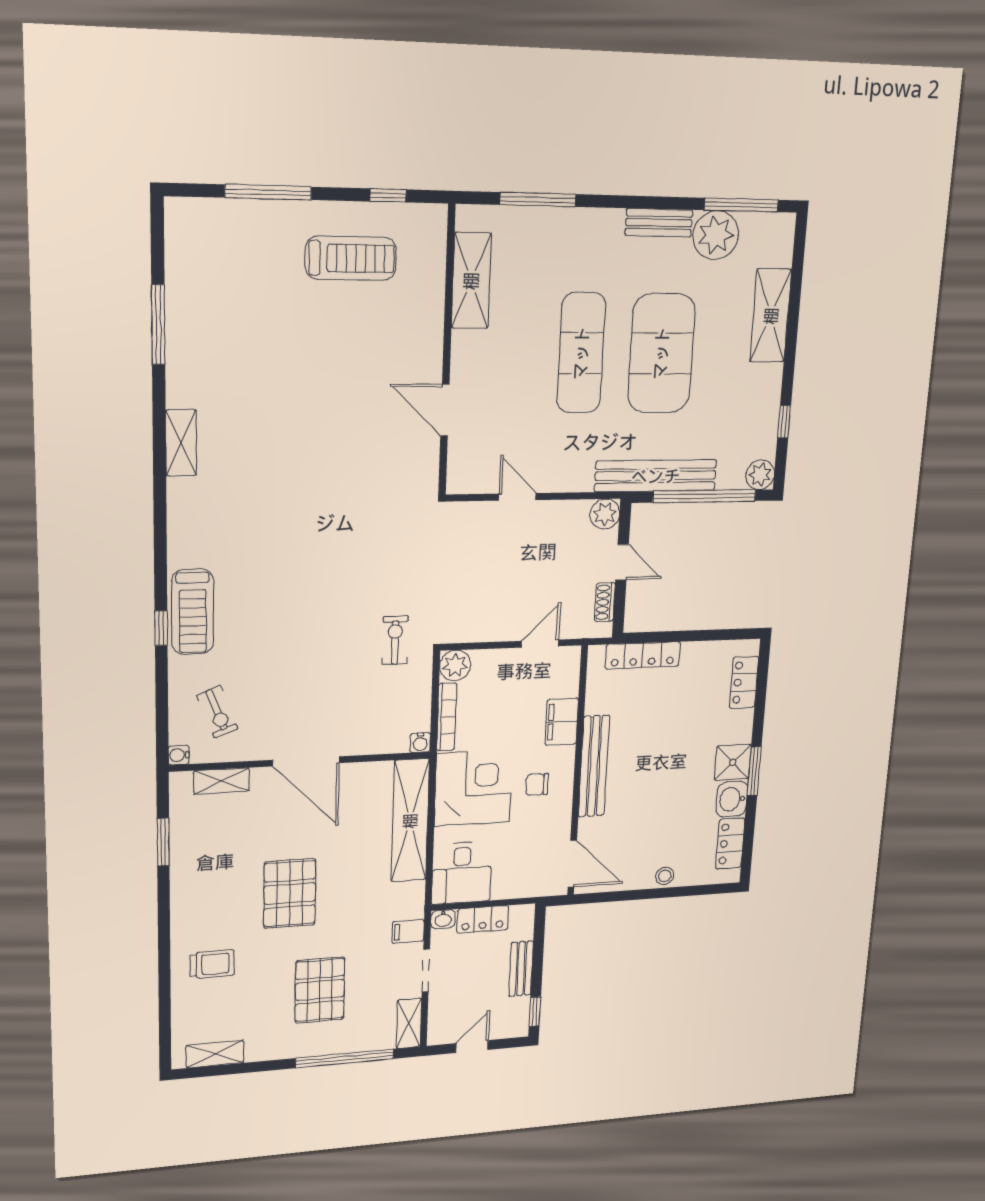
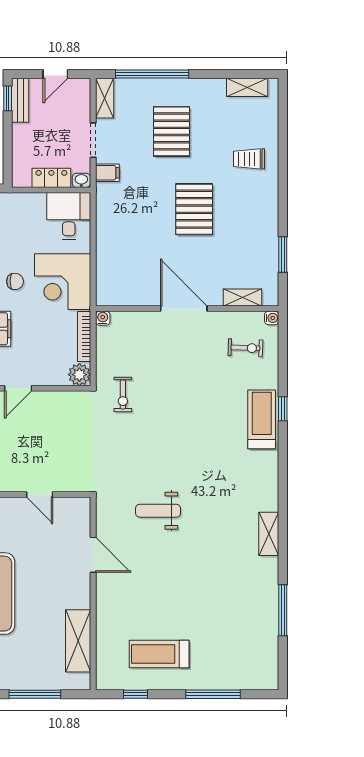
weight bench: (348, 476) -> (158, 511), added
exercise bike: (217, 712) -> (245, 348), turned 113
shelving: (410, 821) -> (108, 259), removed
bench: (521, 969) -> (20, 100), moved

